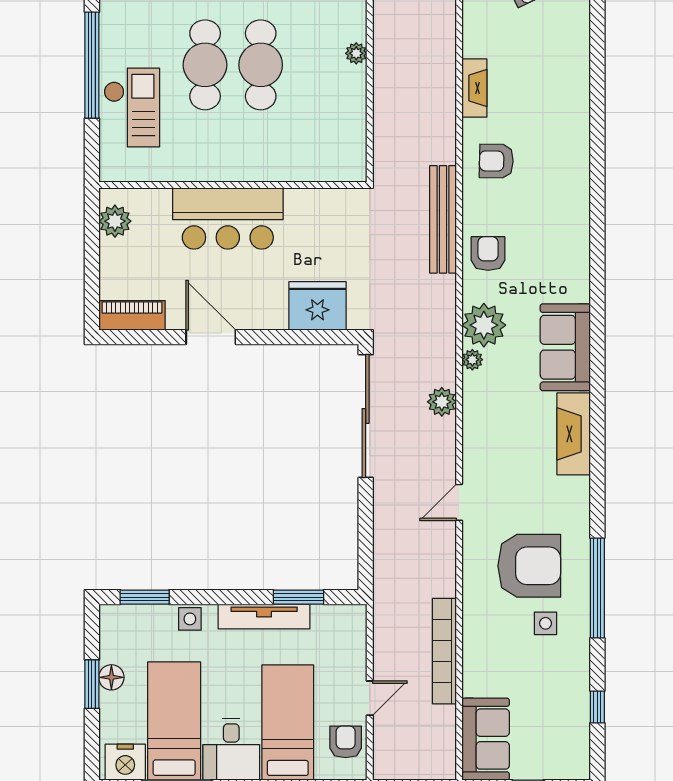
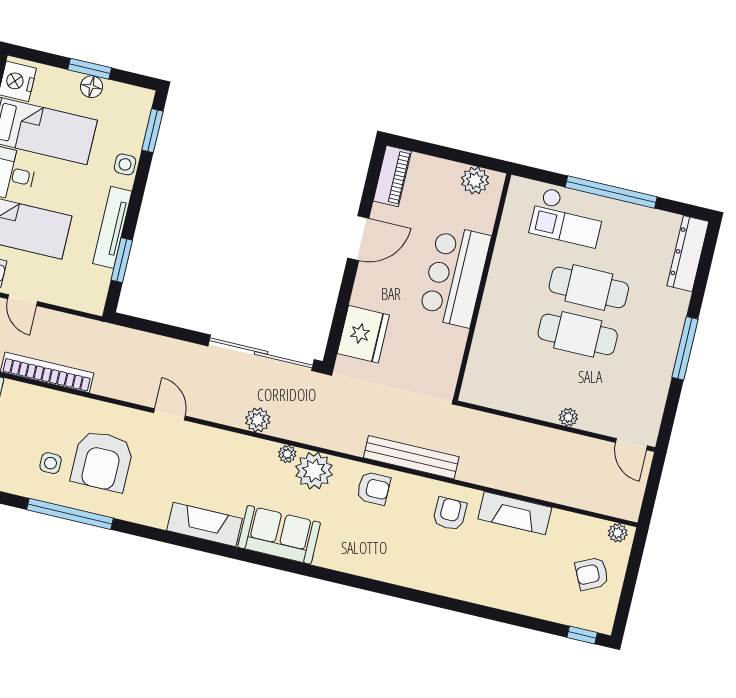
fireplace: (474, 88) -> (515, 513), width x1.37, depth x1.32

